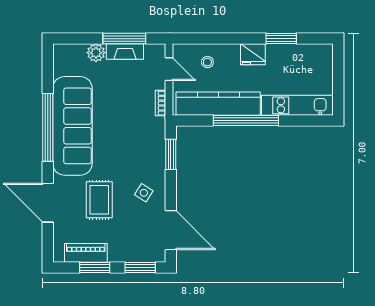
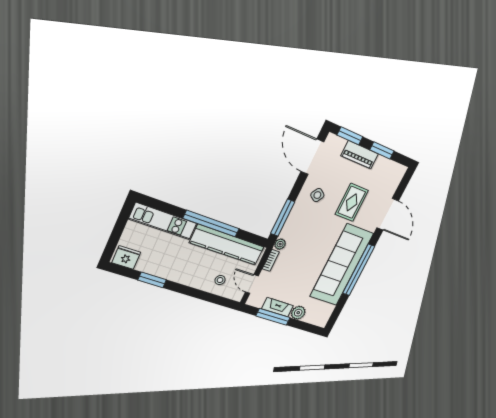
fridge: (253, 54) -> (126, 257), moved
plant: (159, 125) -> (280, 244), added
window: (171, 154) -> (283, 218), width x1.44
piano: (86, 253) -> (360, 155), moved

